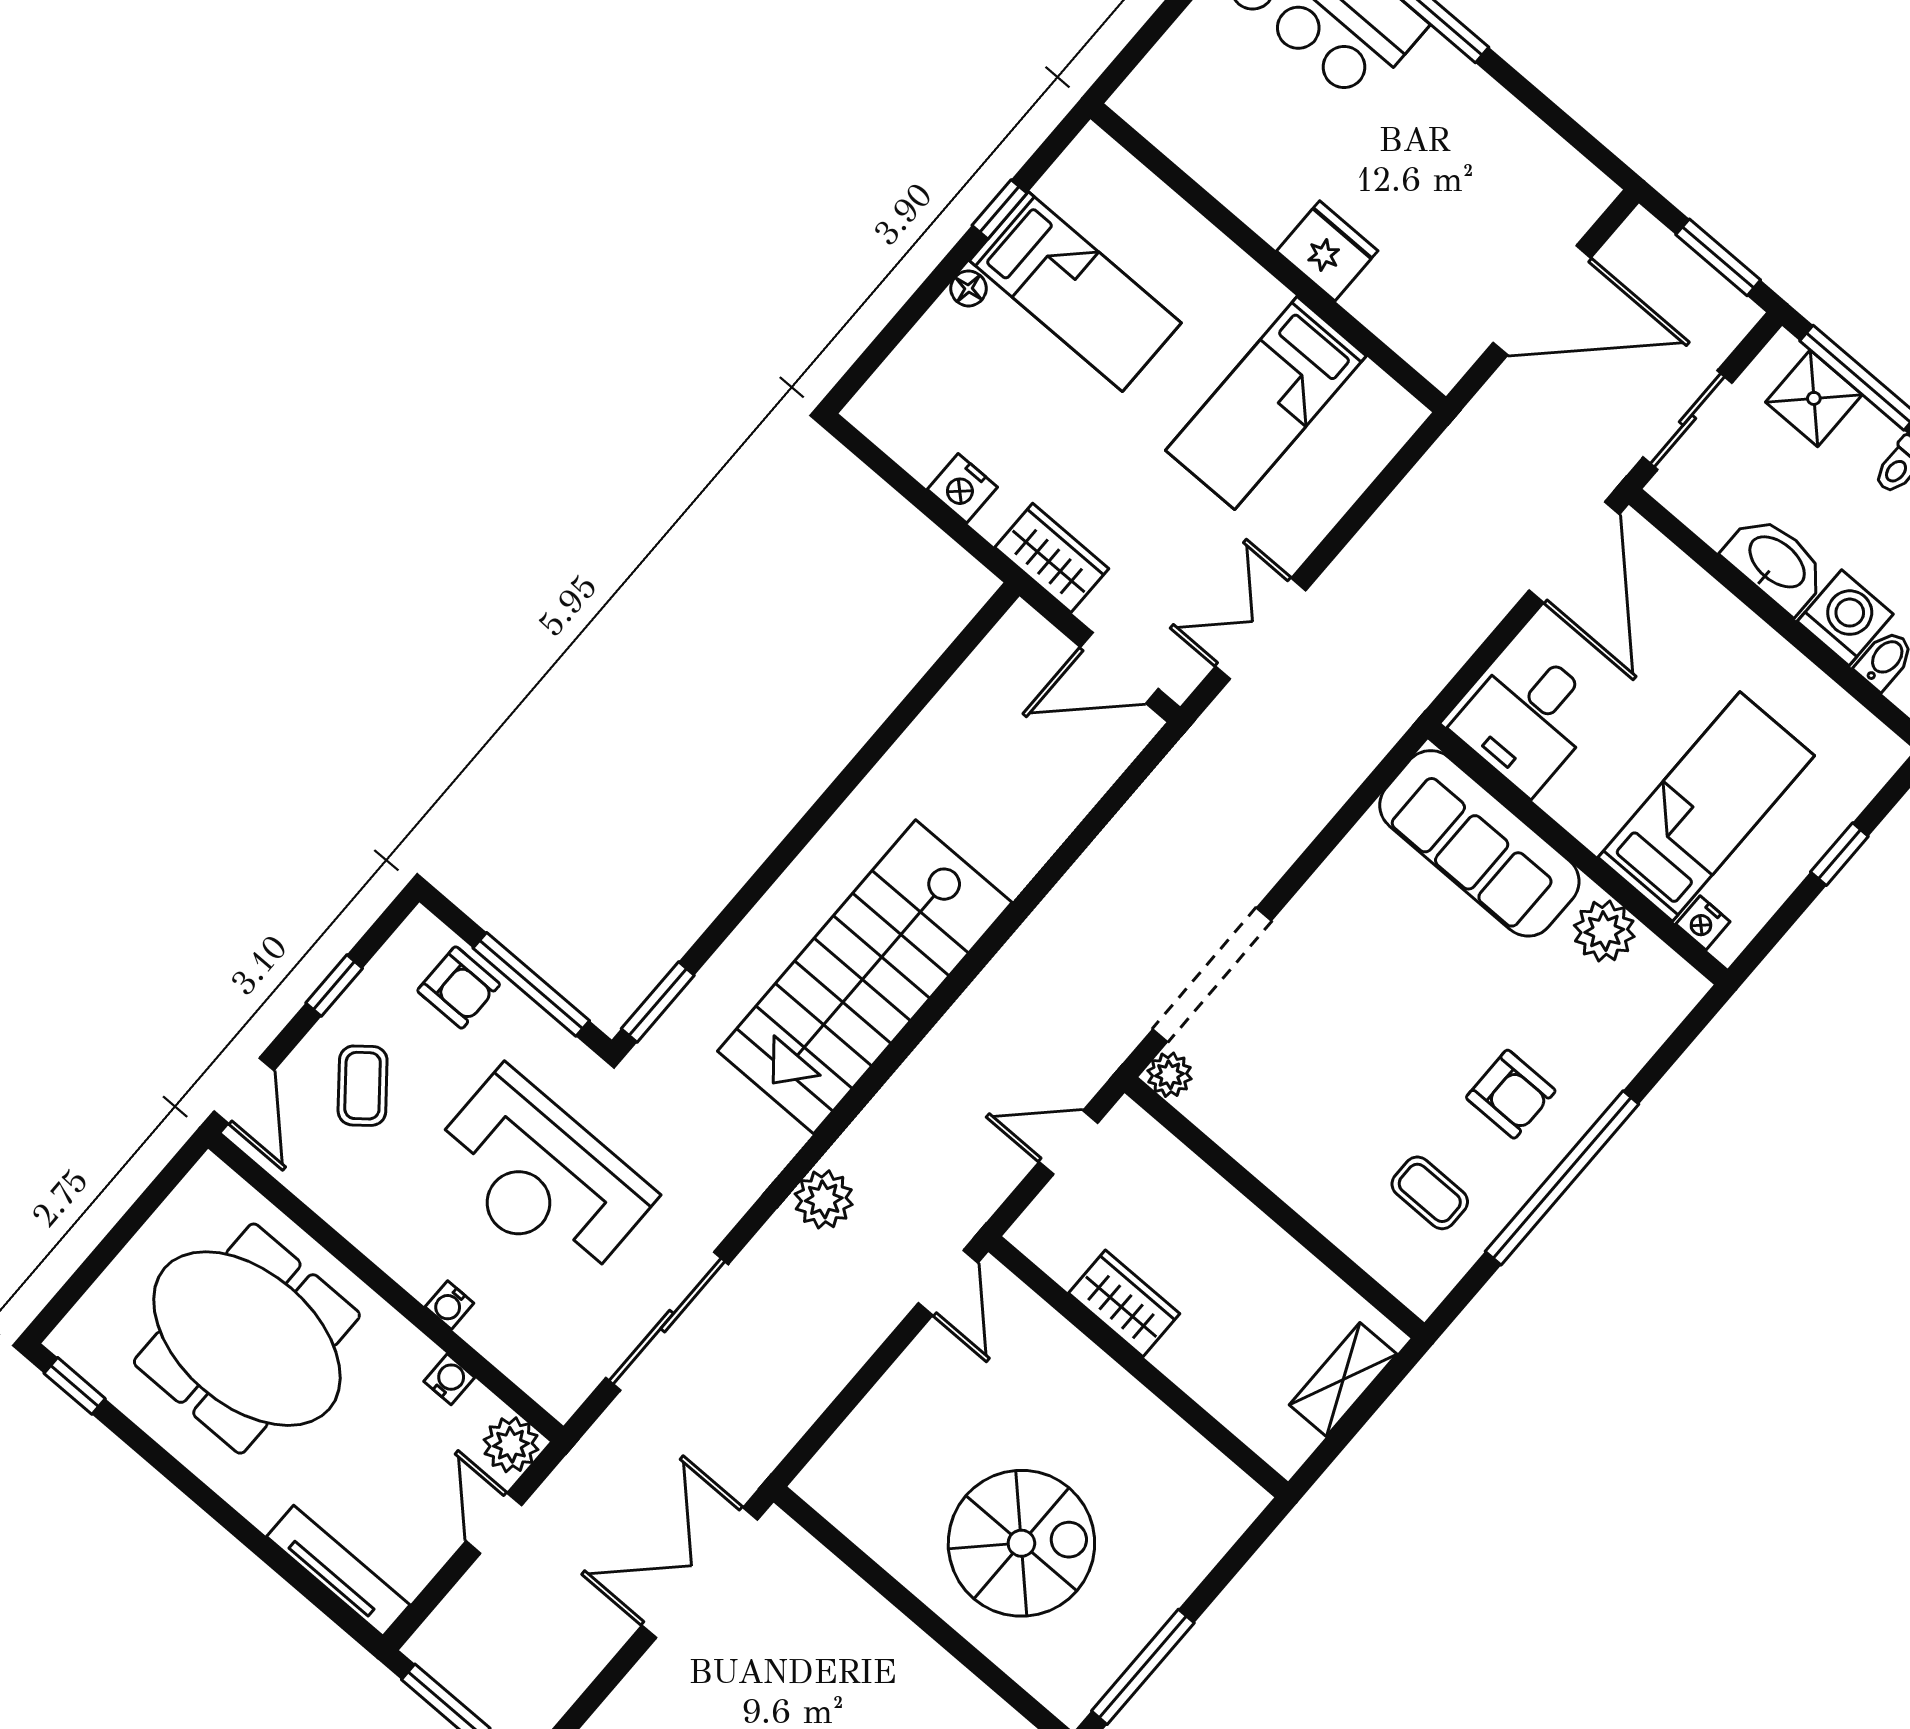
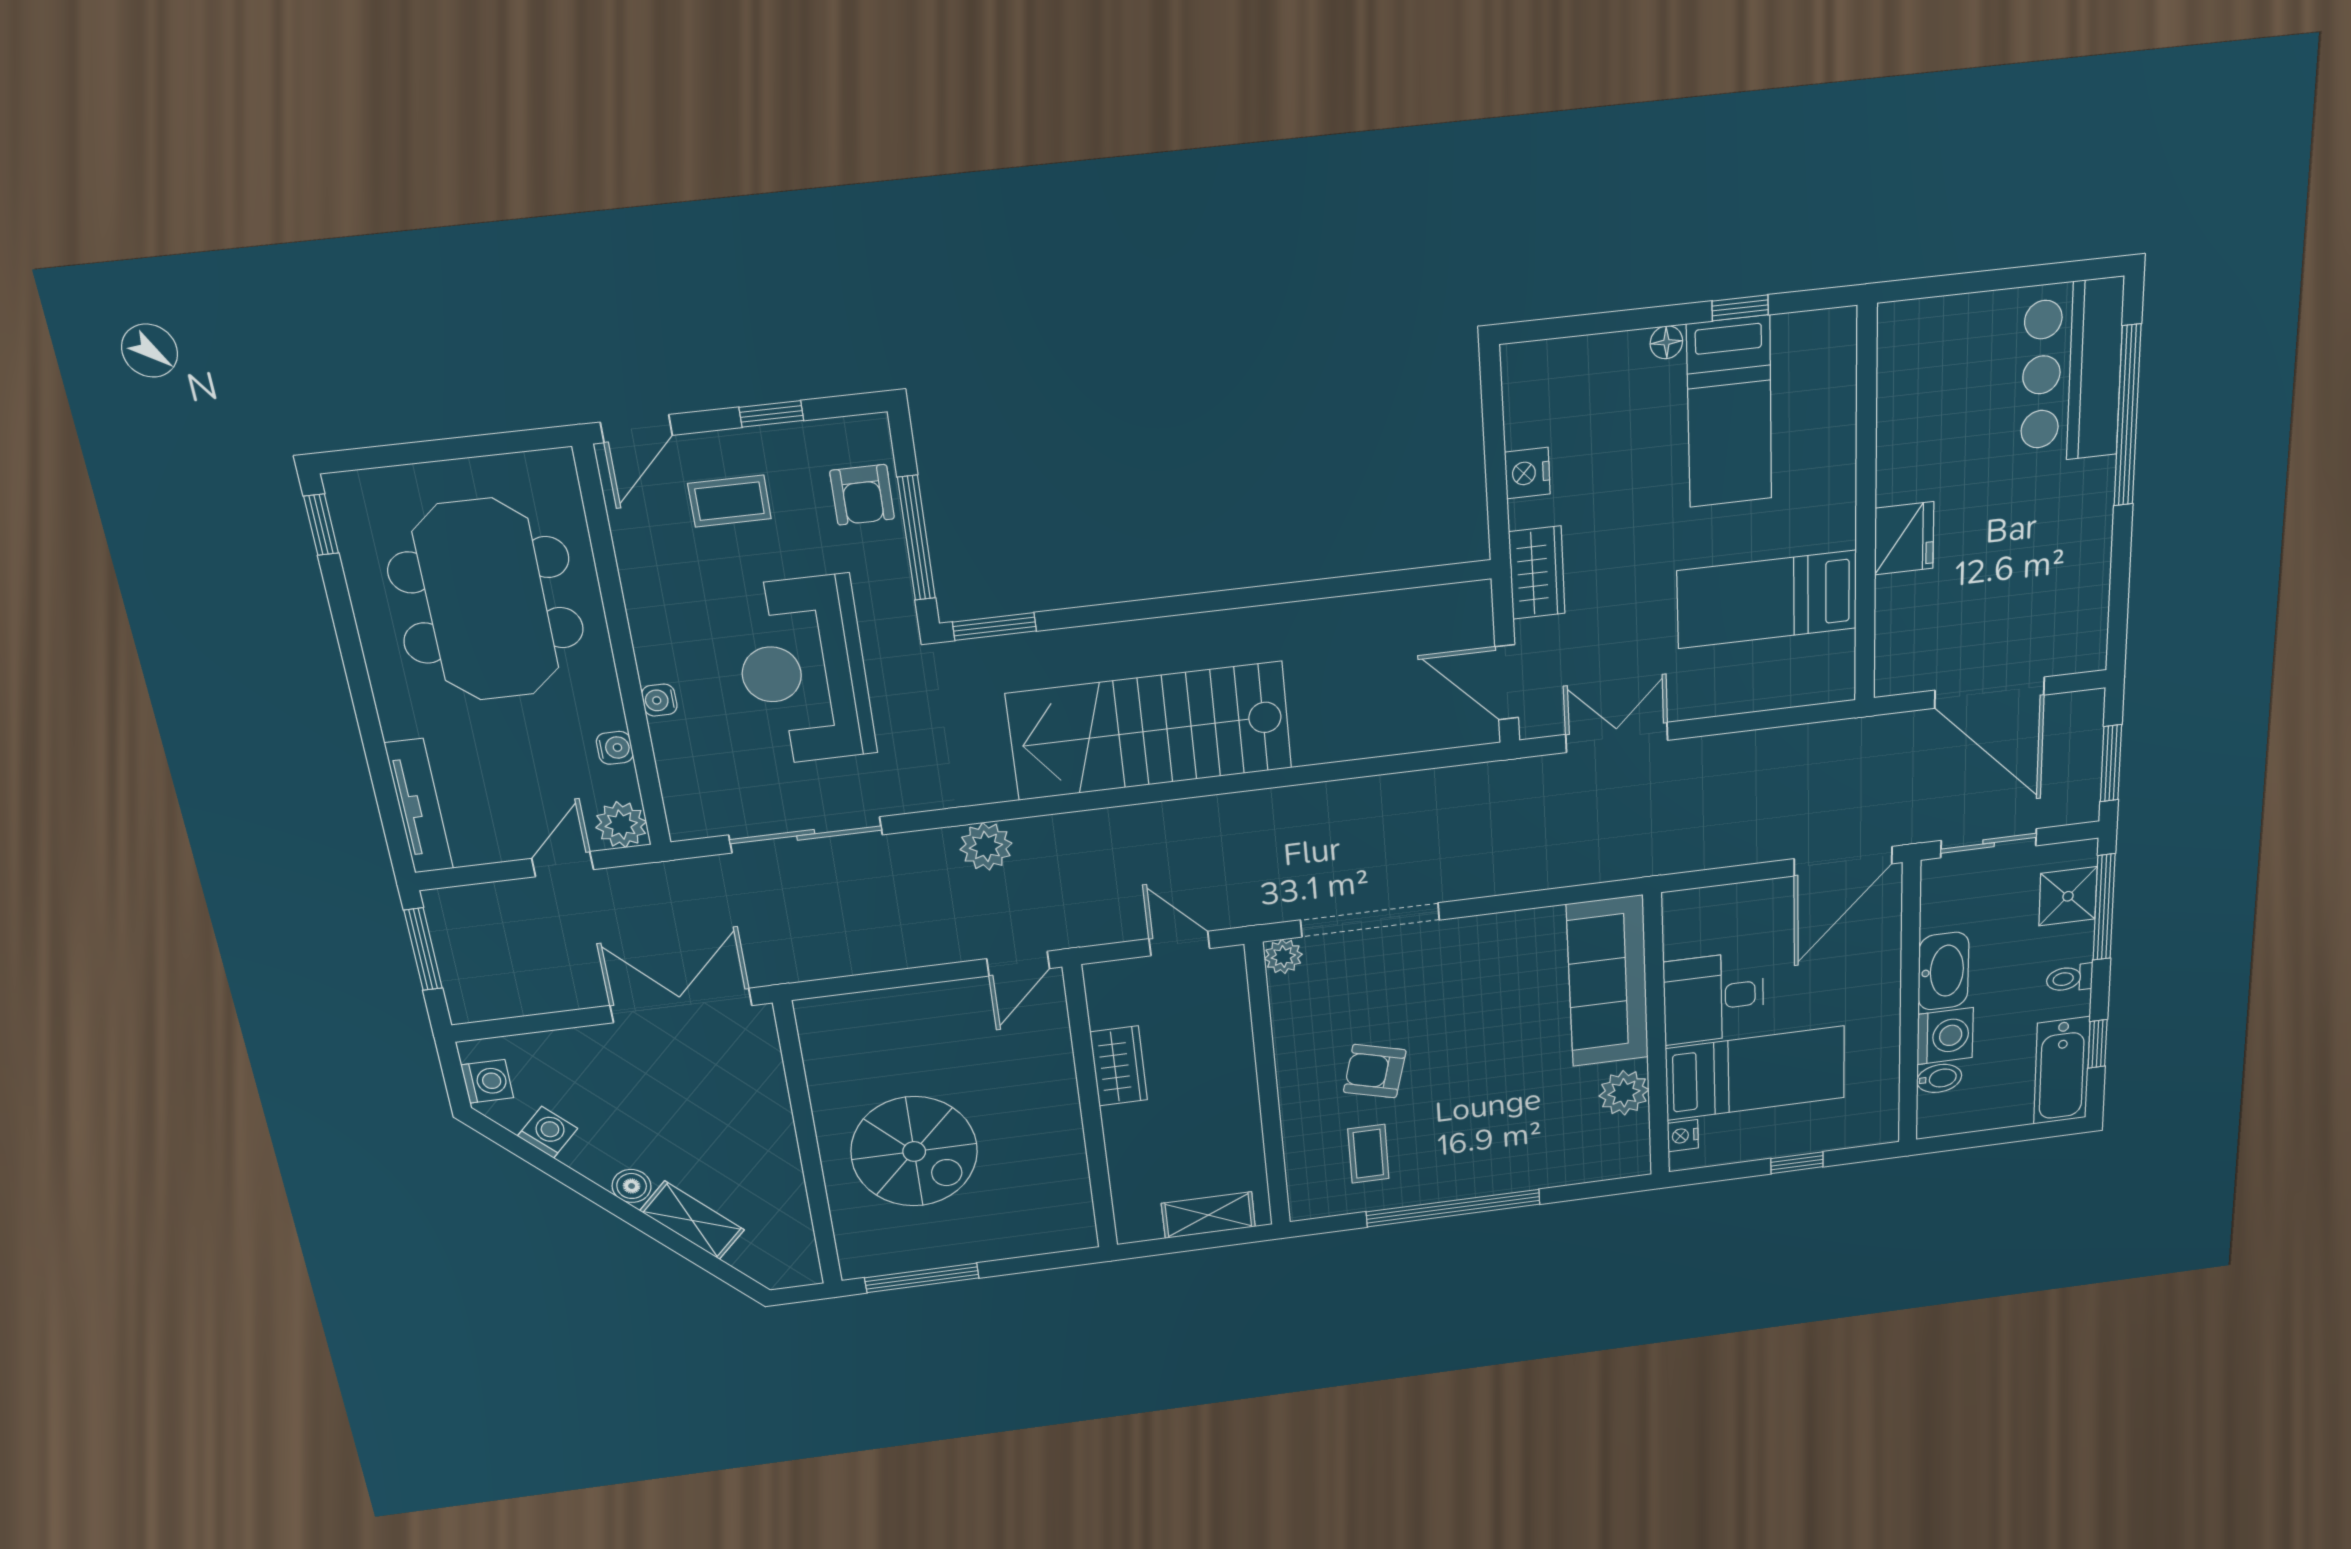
desk: (1528, 719) -> (1713, 998), moved
coffee table: (363, 1086) -> (730, 501), turned 39
armchair: (1511, 1094) -> (1375, 1071), moved, turned 105

